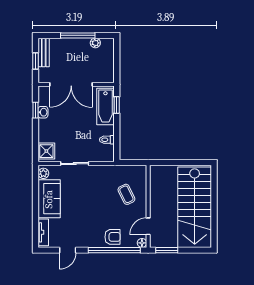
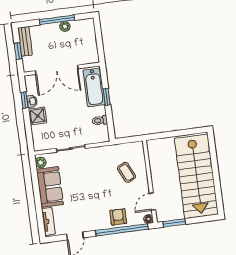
plant: (95, 43) -> (65, 26), moved
window: (117, 105) -> (107, 97), moved
shower: (46, 151) -> (38, 116), moved
armchair: (113, 237) -> (118, 217), turned -90

